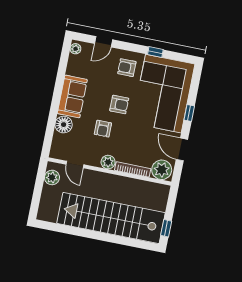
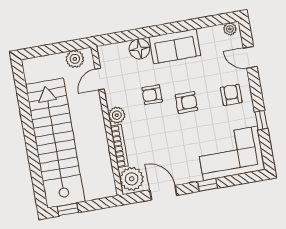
corner sofa: (163, 94) -> (230, 153), width x0.73, depth x0.74
armchair: (119, 105) -> (186, 103), turned -90
door: (182, 149) -> (163, 193), hinge flipped

